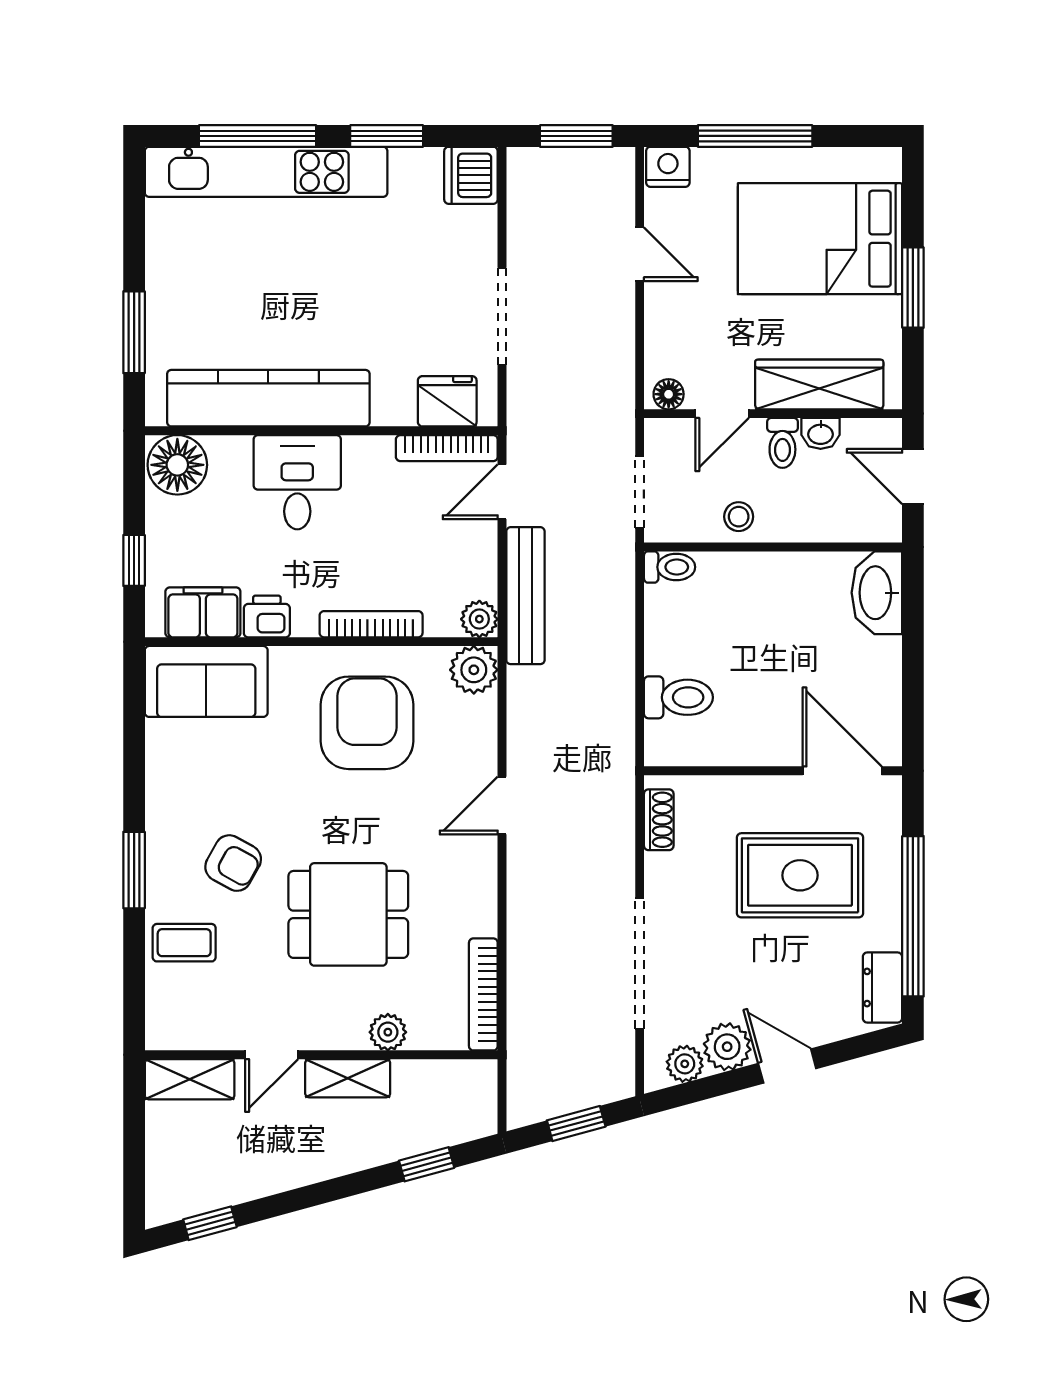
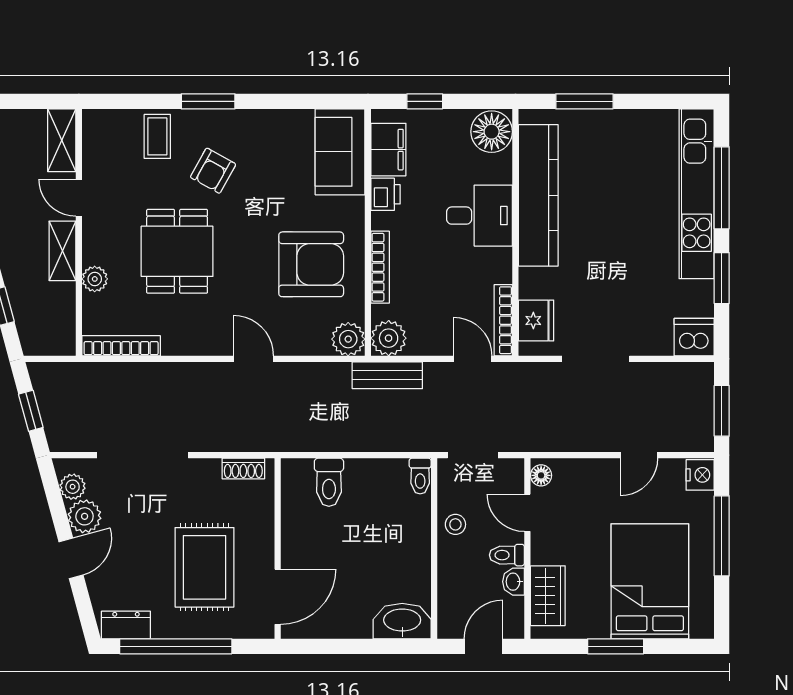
wardrobe: (819, 384) -> (548, 596), width x0.67
bench: (525, 596) -> (387, 375), width x0.73
plant: (479, 619) -> (389, 338), width x1.38, depth x1.38

